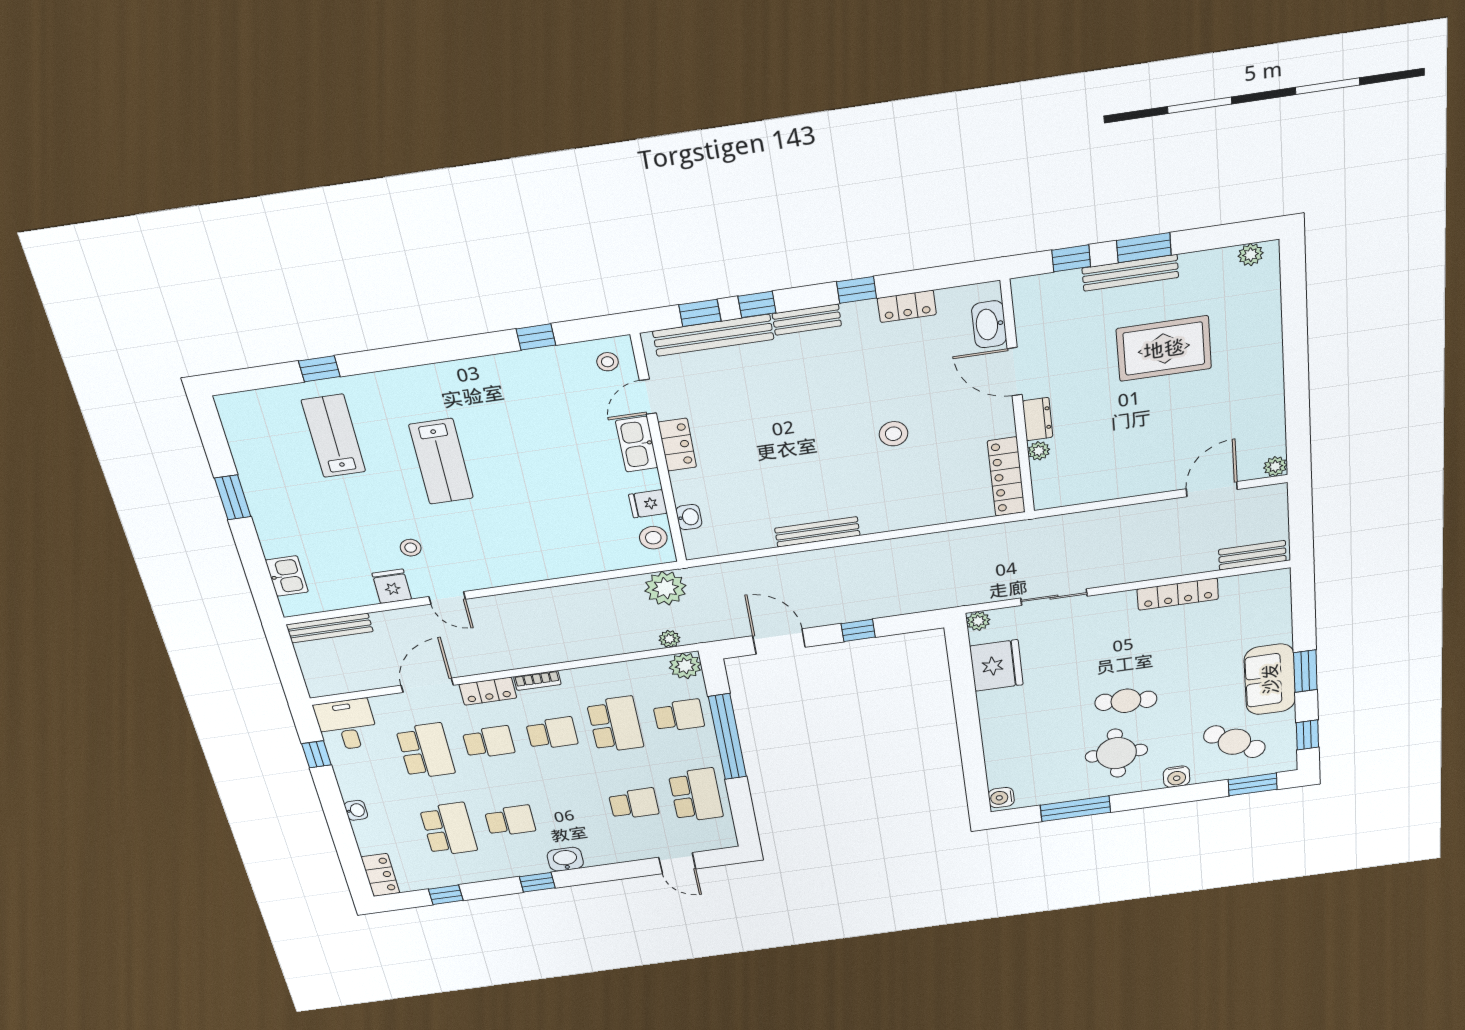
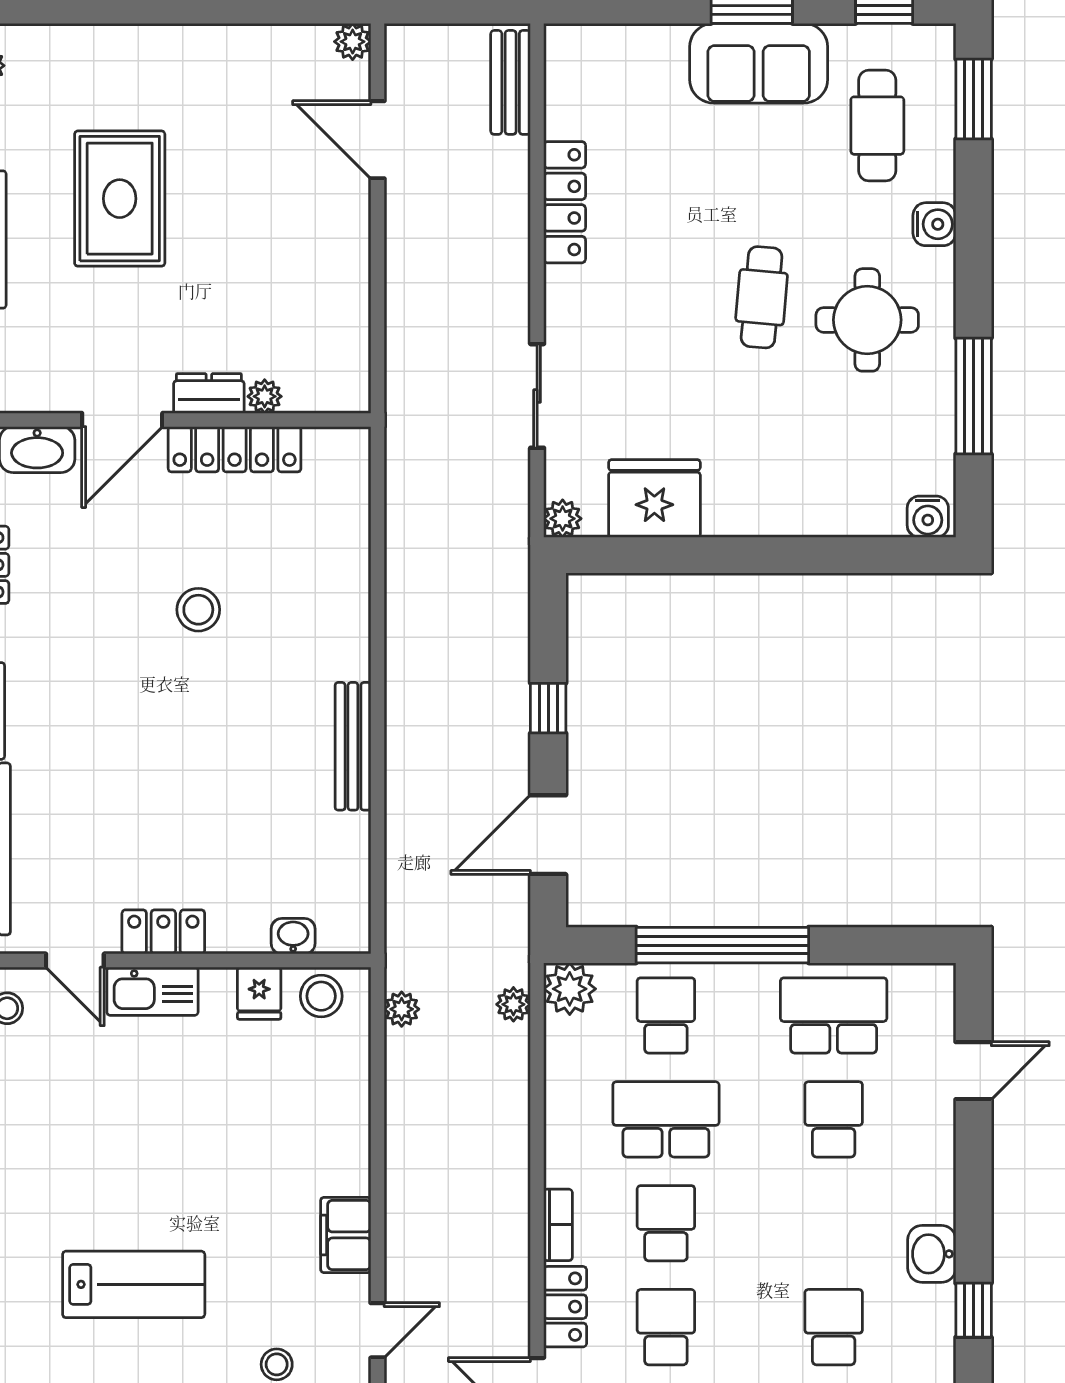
locker: (1006, 477) -> (235, 449), moved
filing cabinet: (503, 573) -> (346, 1235), added
plant: (665, 588) -> (402, 1009), width x0.53, depth x0.53
cafe table: (1234, 742) -> (877, 126), turned -33

